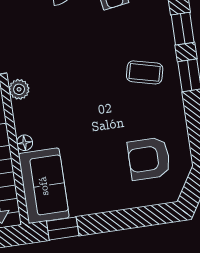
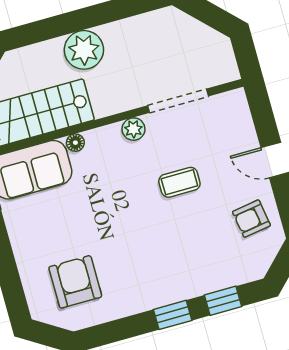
coffee table: (145, 72) -> (179, 182), moved, turned 76

